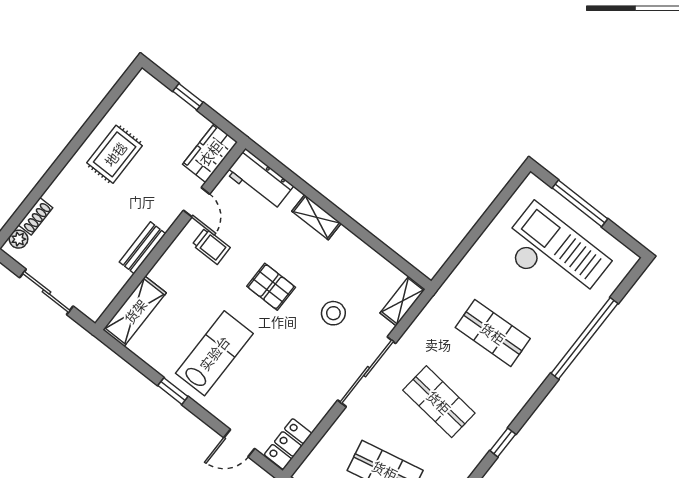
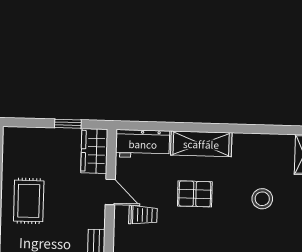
window: (188, 97) -> (68, 124), moved
shelving: (317, 217) -> (201, 144), width x1.50, depth x1.33
pallet: (271, 287) -> (195, 194), moved

